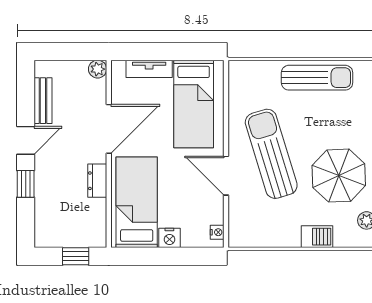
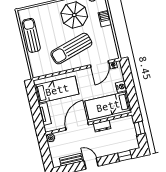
door: (109, 129) -> (77, 126), hinge flipped
door: (226, 176) -> (99, 64), moved
window: (26, 184) -> (125, 156), moved

